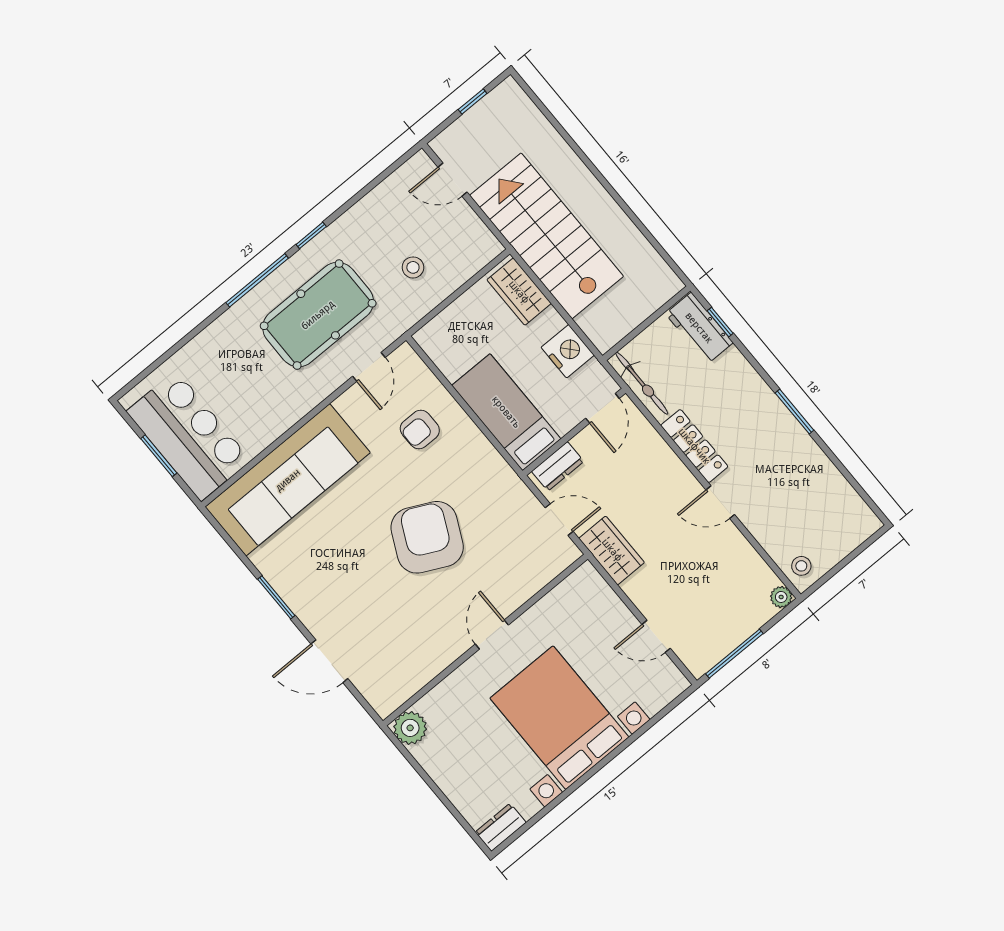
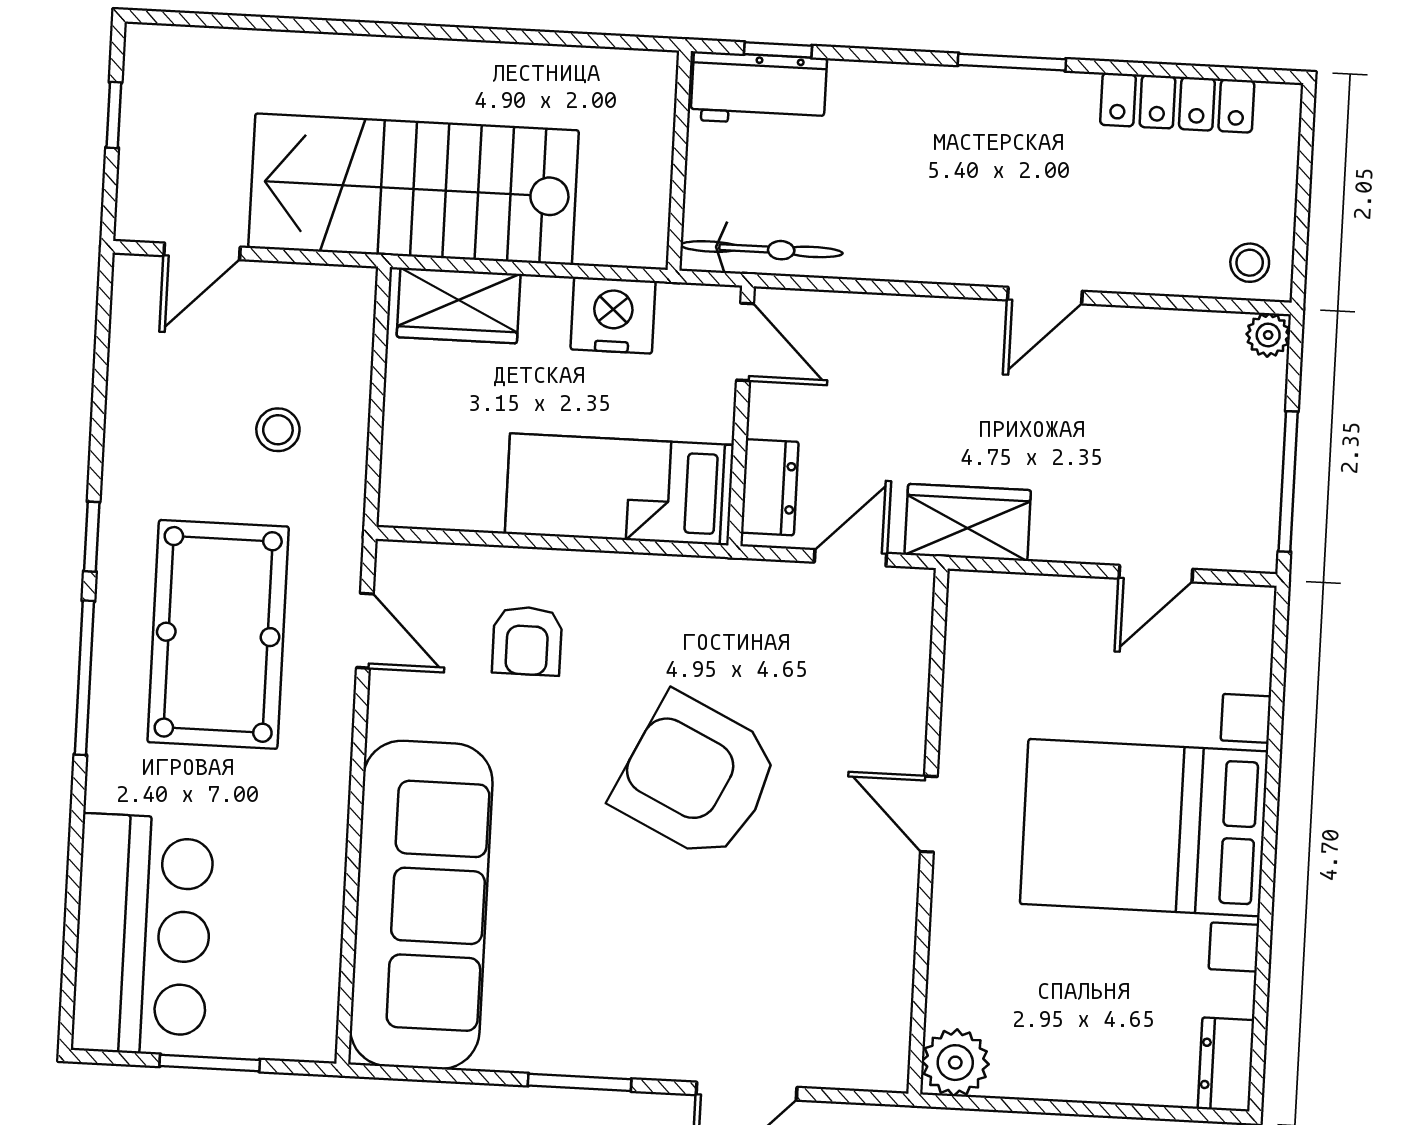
bar counter: (188, 436) -> (143, 935), moved, turned 90
locker: (694, 446) -> (1177, 103), moved, turned 180

